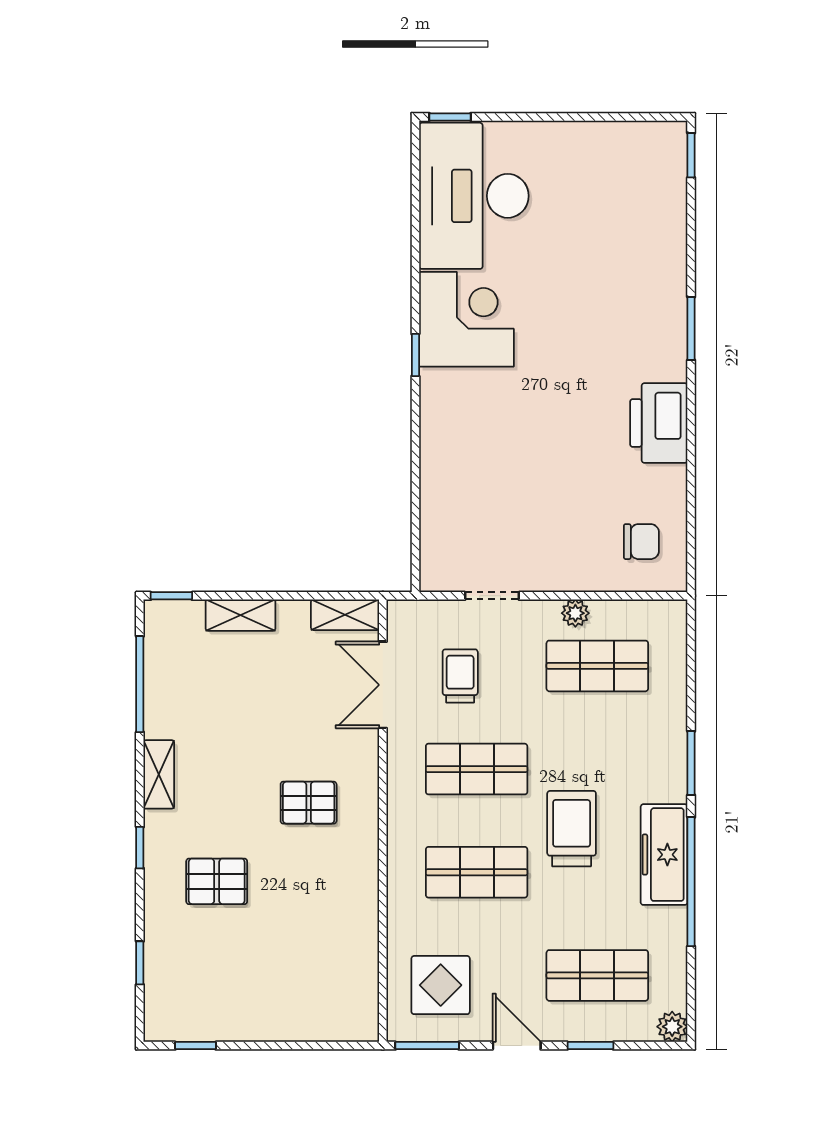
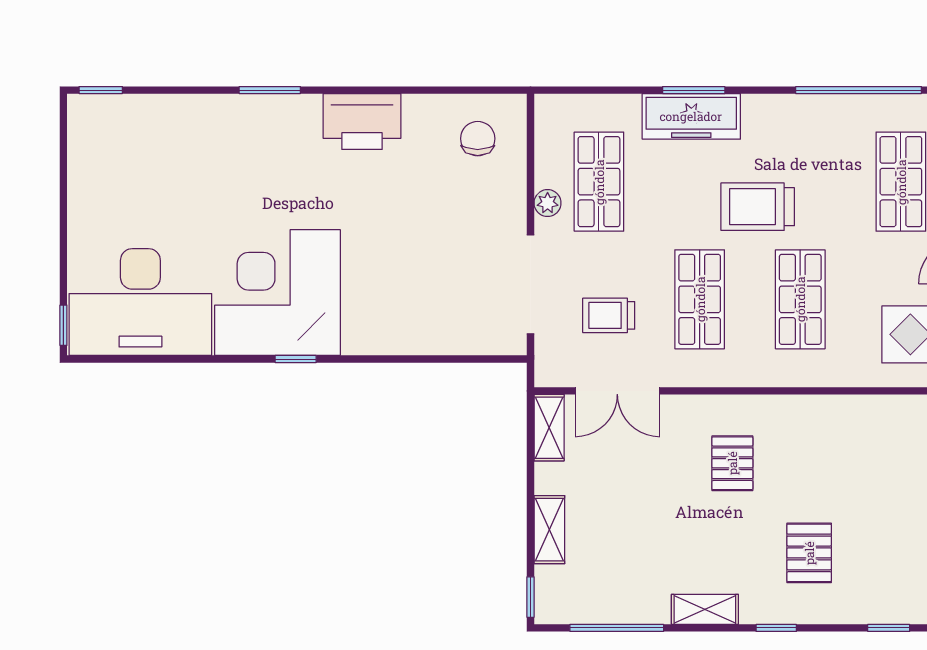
corner desk: (466, 319) -> (277, 293), width x1.36, depth x1.36
doorway: (492, 596) -> (531, 284), width x1.88
freezer: (664, 855) -> (691, 116), moved
window: (691, 882) -> (859, 90), moved

